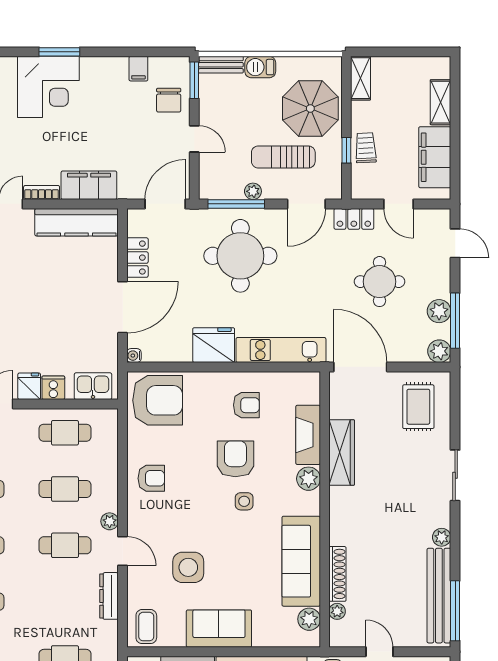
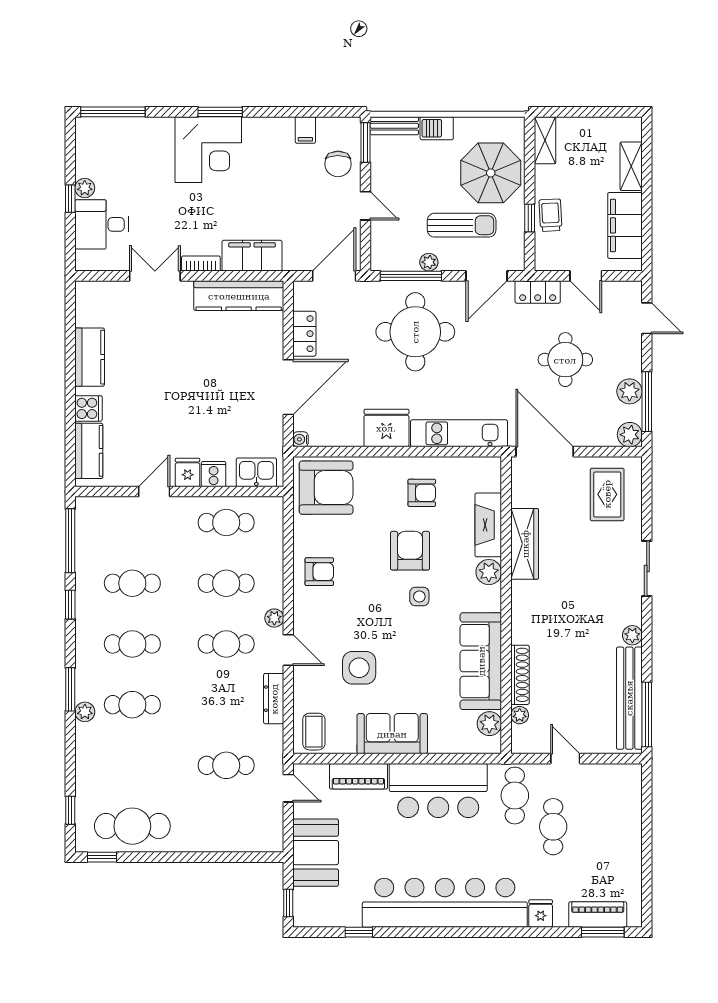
sun lounger: (283, 157) -> (462, 225), turned 180

